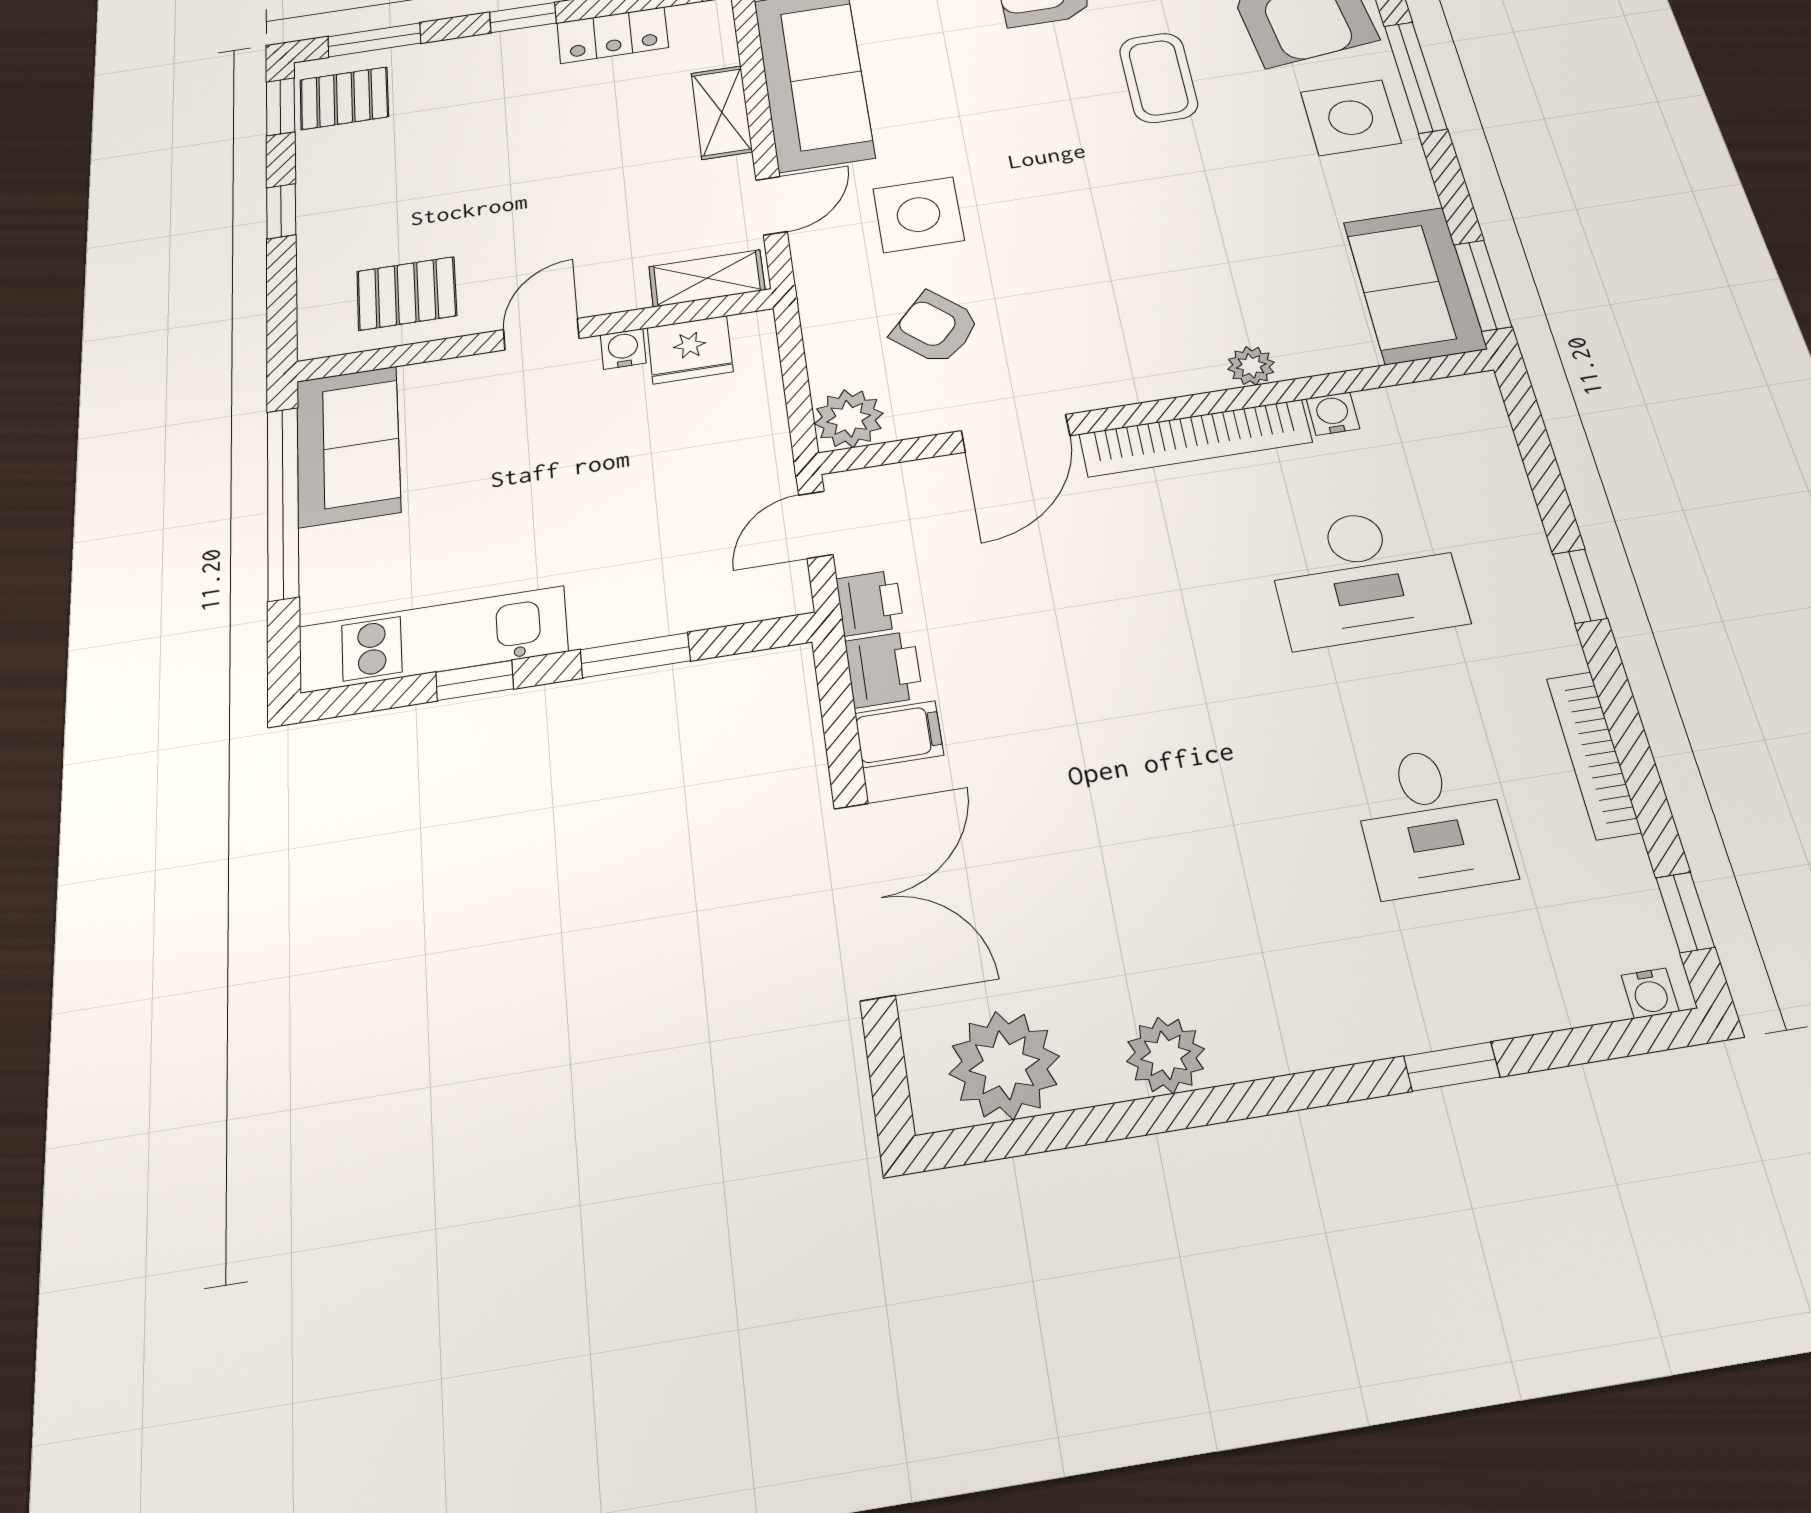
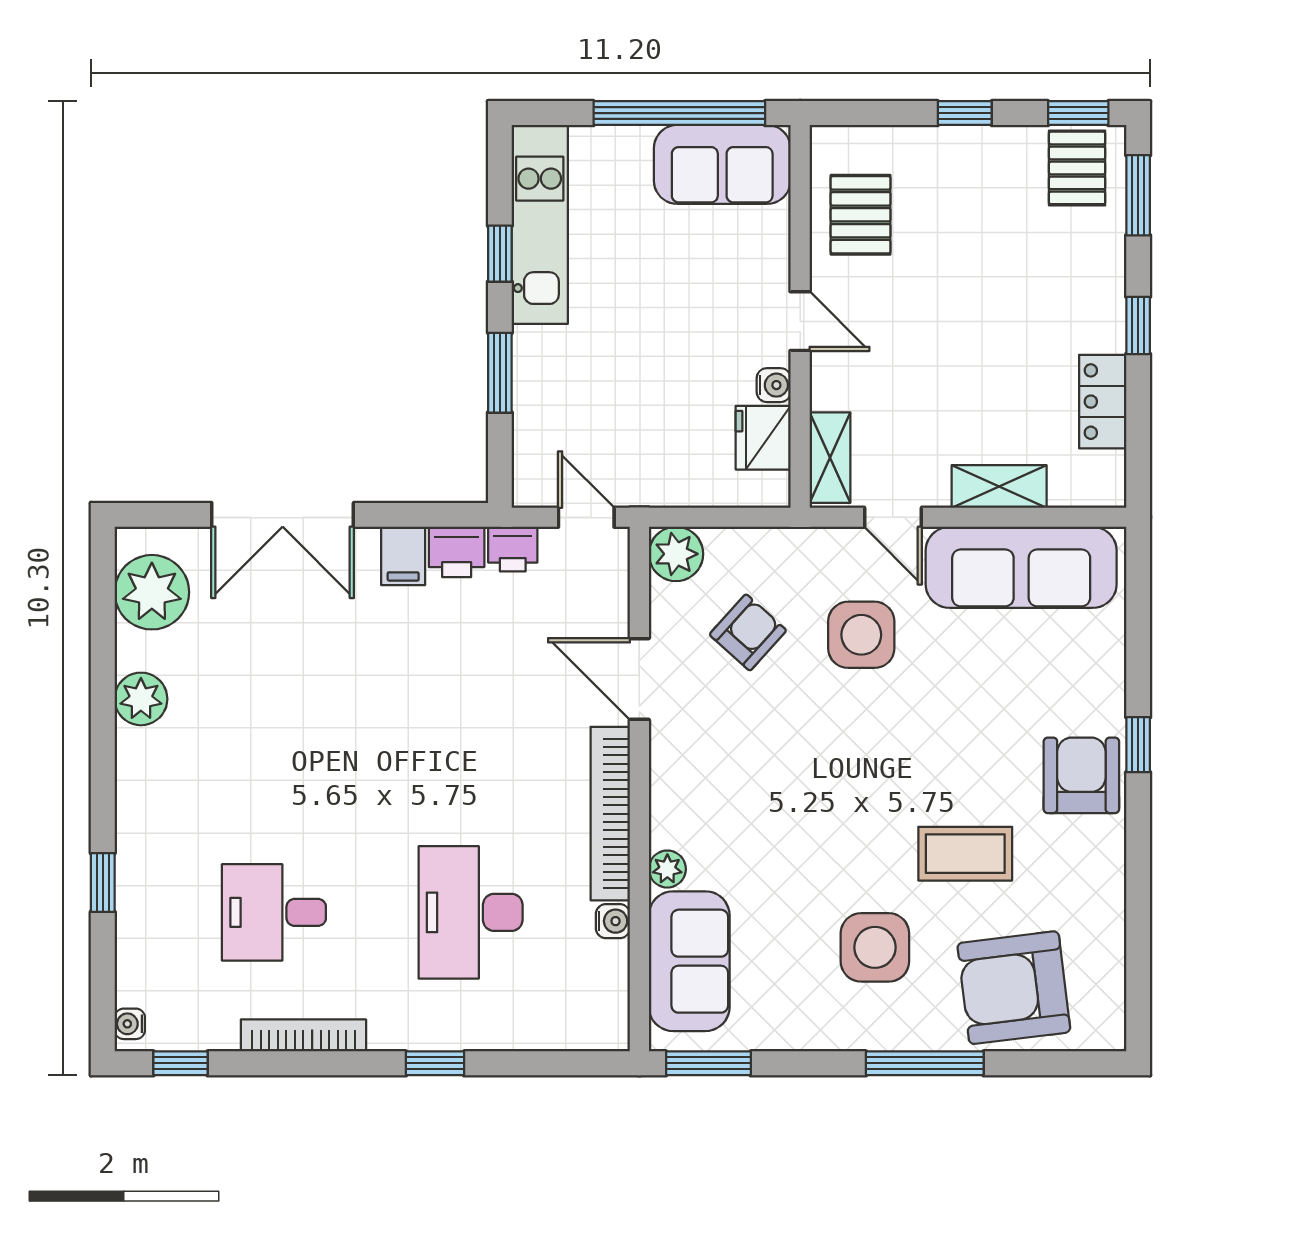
side table: (1351, 118) -> (875, 947), moved
sofa: (1414, 285) -> (689, 961), moved, turned 90

